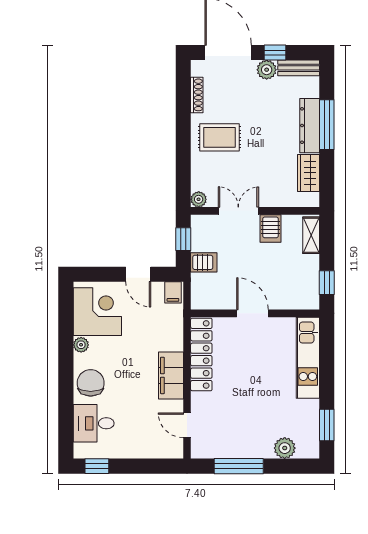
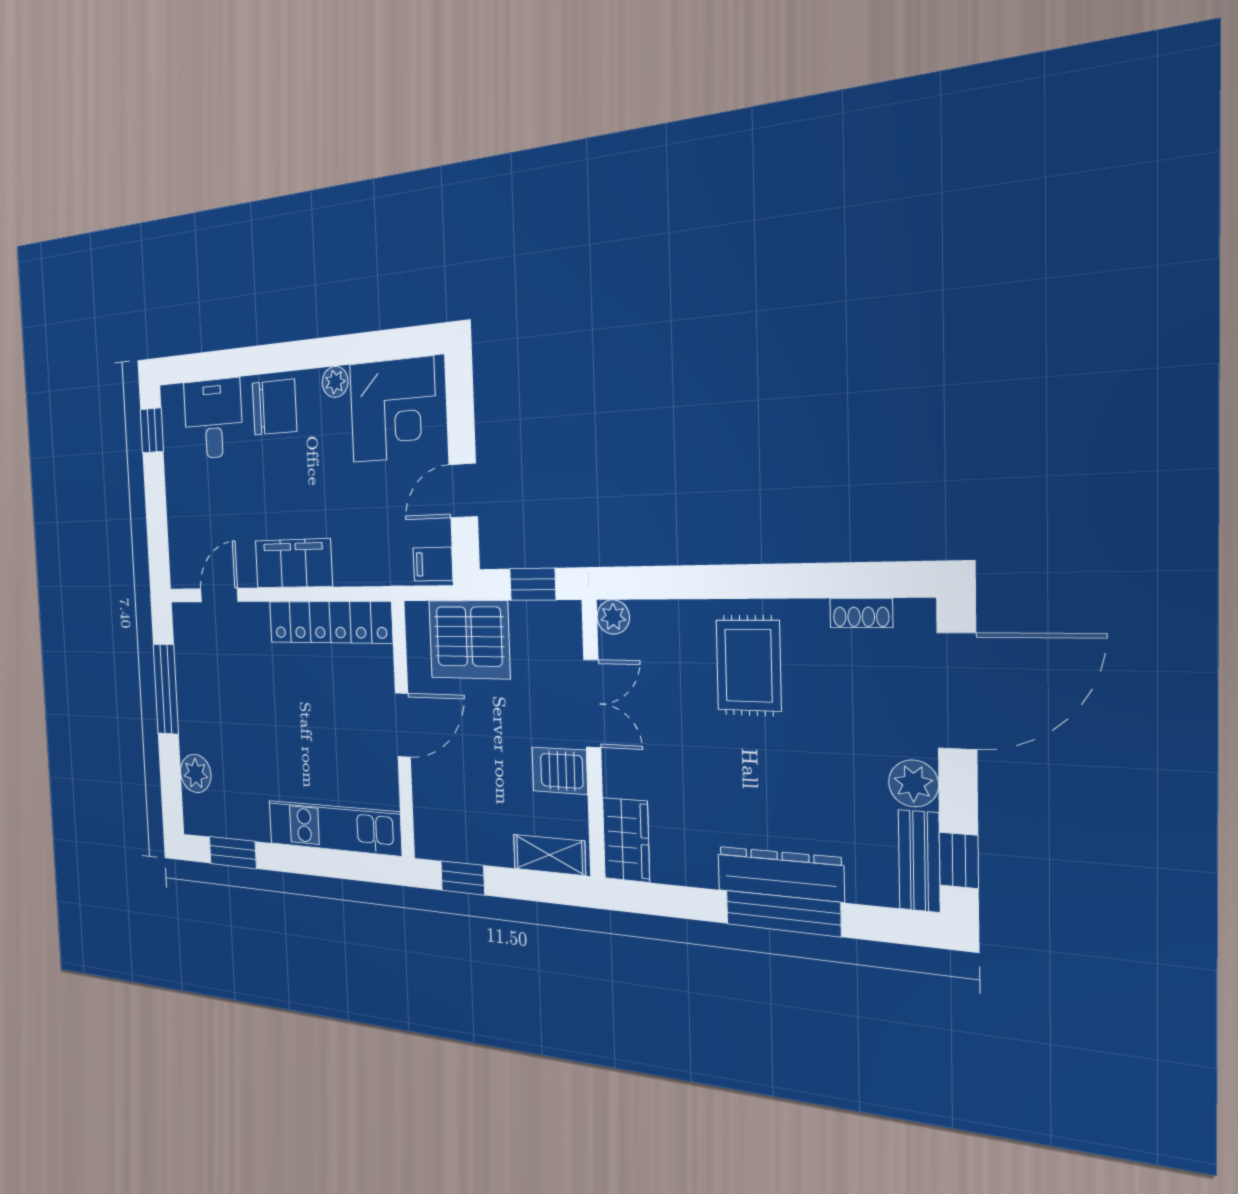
window: (275, 53) -> (959, 860), moved
shoe rack: (197, 95) -> (861, 613), width x0.70
wardrobe: (308, 173) -> (626, 840), moved, turned 90
server rack: (204, 262) -> (469, 640), width x2.18, depth x1.44

